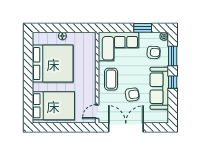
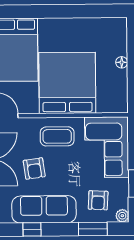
bed: (53, 64) -> (67, 83), moved, turned 180
window: (173, 82) -> (32, 229), moved

